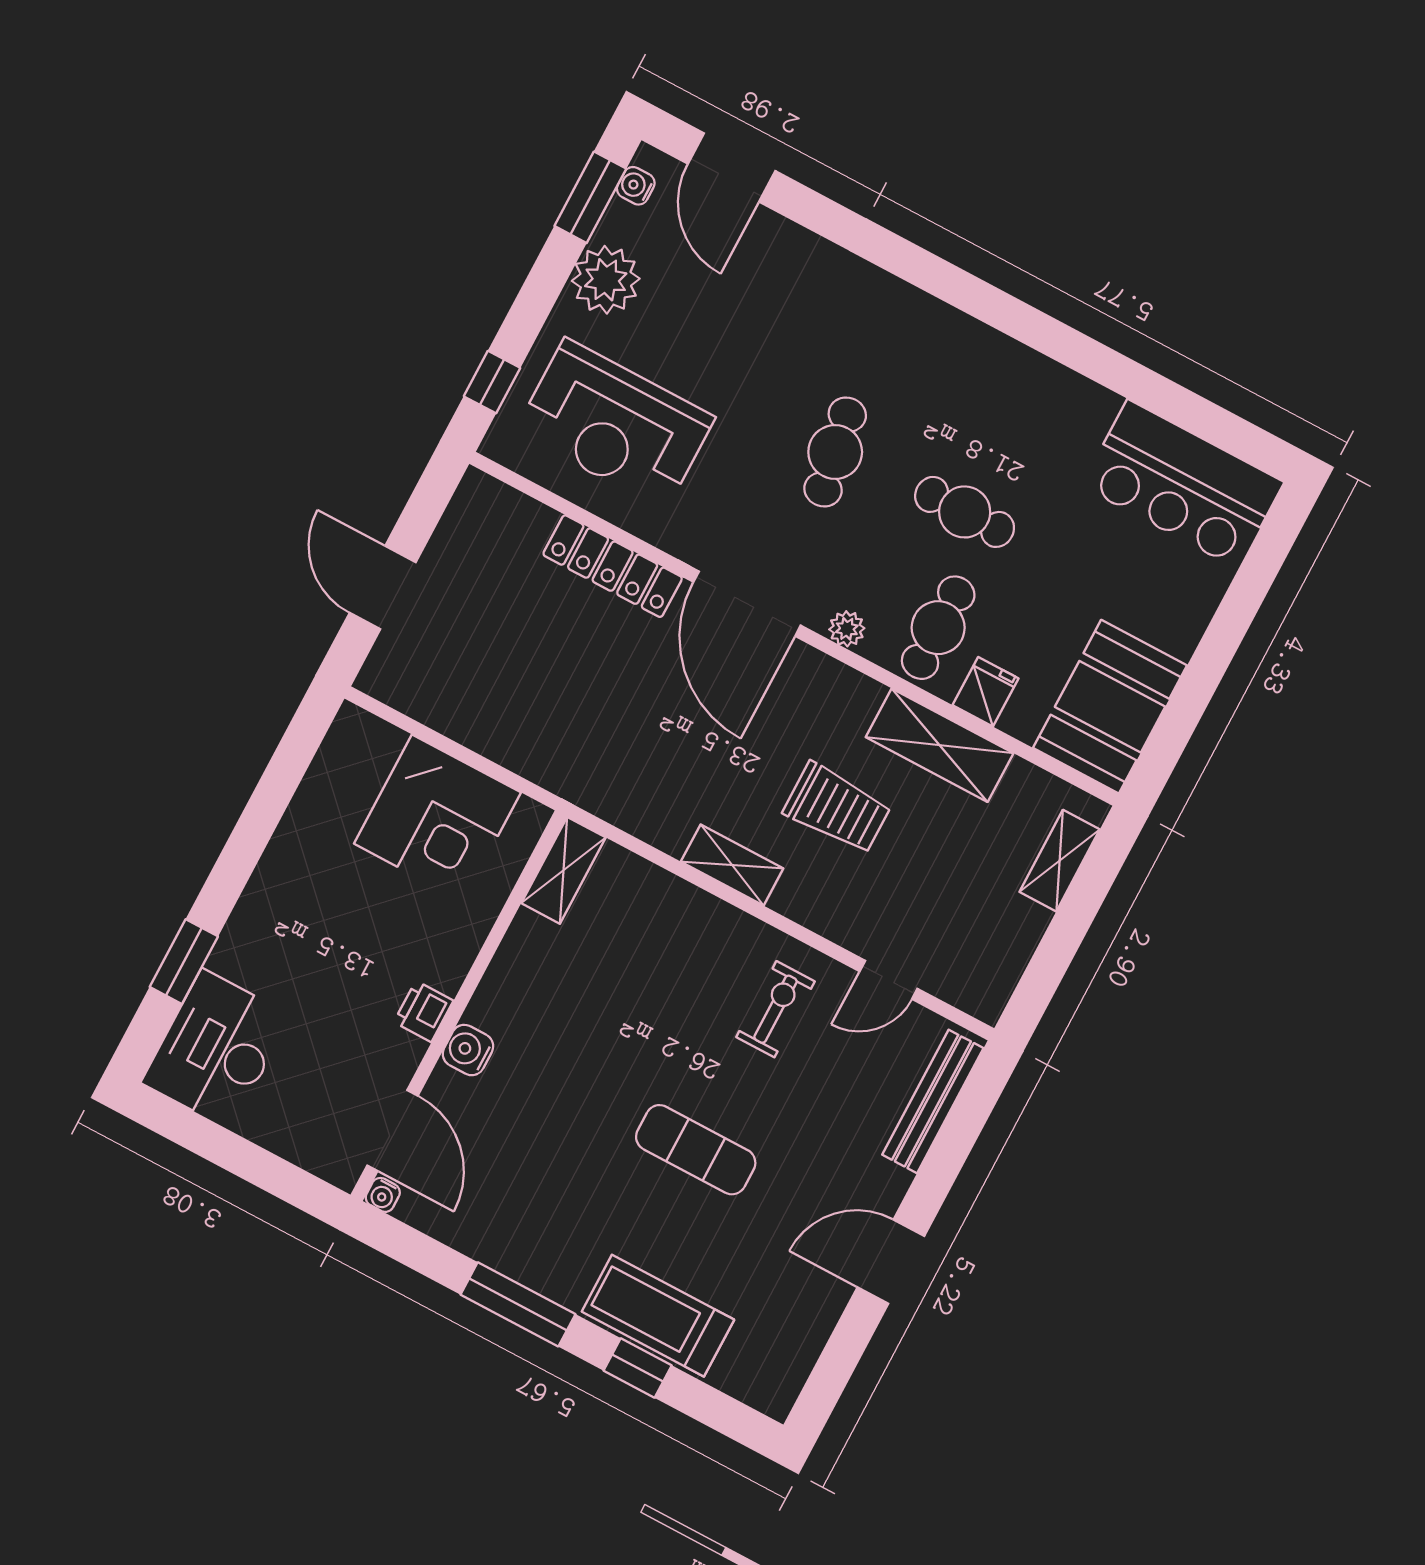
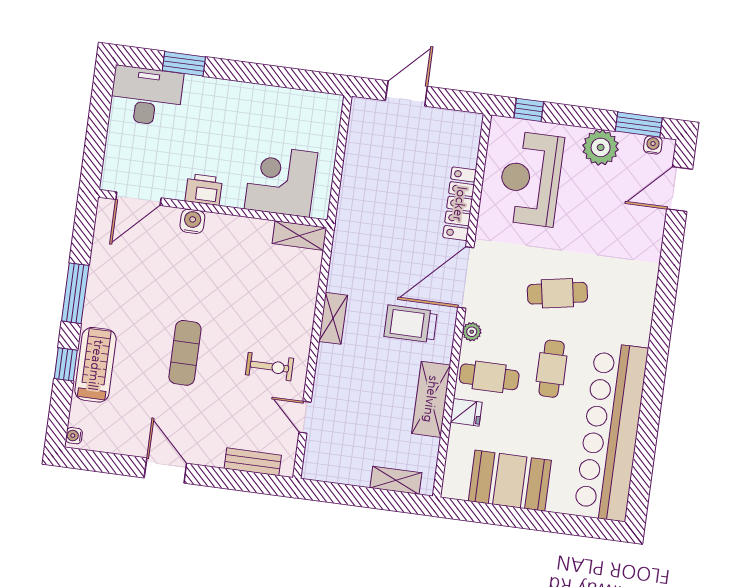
bar counter: (1183, 484) -> (611, 432), width x1.86
booth: (1110, 707) -> (510, 481), moved
trolley: (837, 808) -> (411, 324), moved, turned 90
corner desk: (437, 818) -> (281, 181), moved, turned 90
printer: (424, 1011) -> (204, 189), width x1.36, depth x1.24
bench: (933, 1101) -> (253, 462), width x0.73
water cooler: (383, 1195) -> (74, 436), moved

